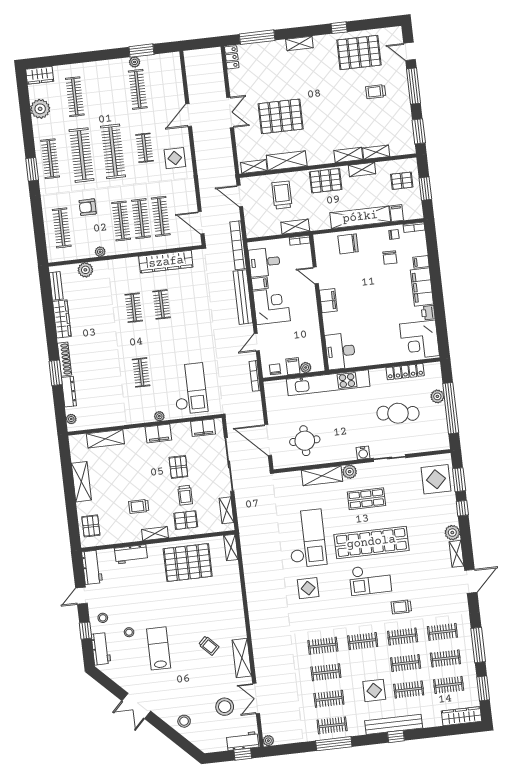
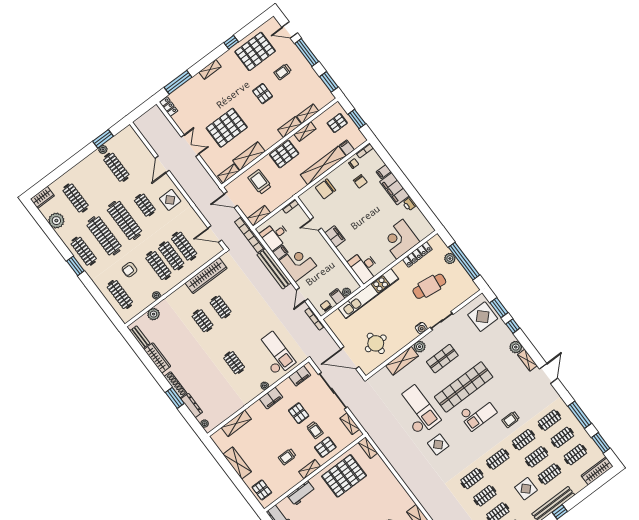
pallet: (340, 102) -> (263, 94), added
shelving: (295, 227) -> (259, 216), moved
corner desk: (419, 340) -> (400, 239), moved, turned 90

